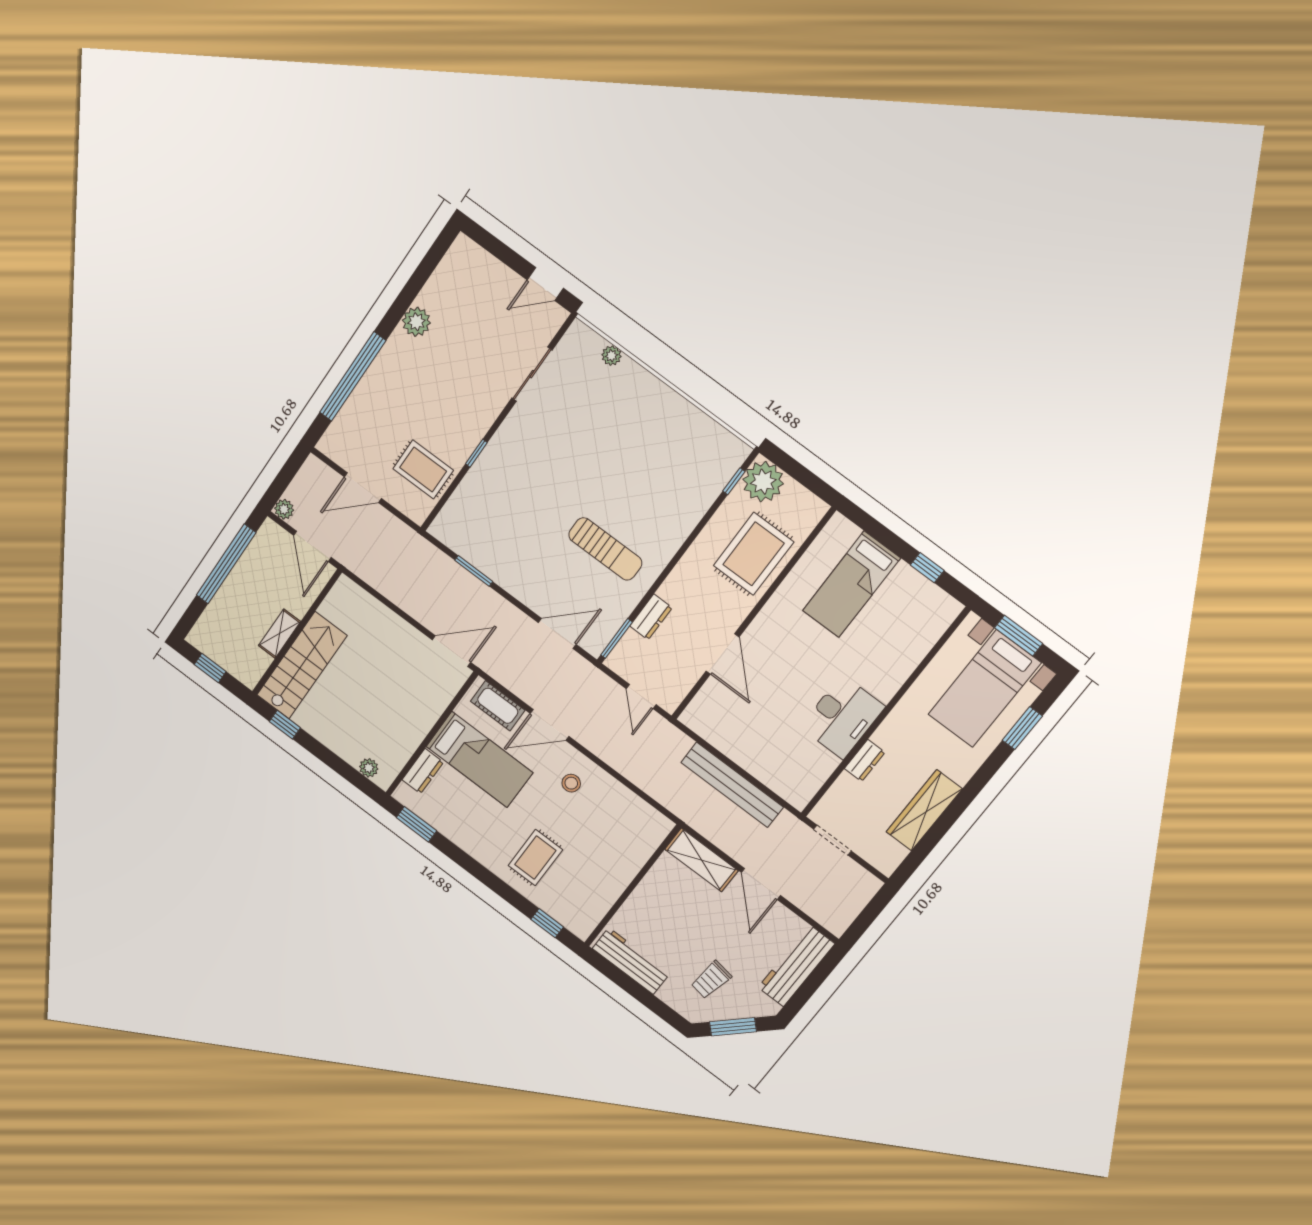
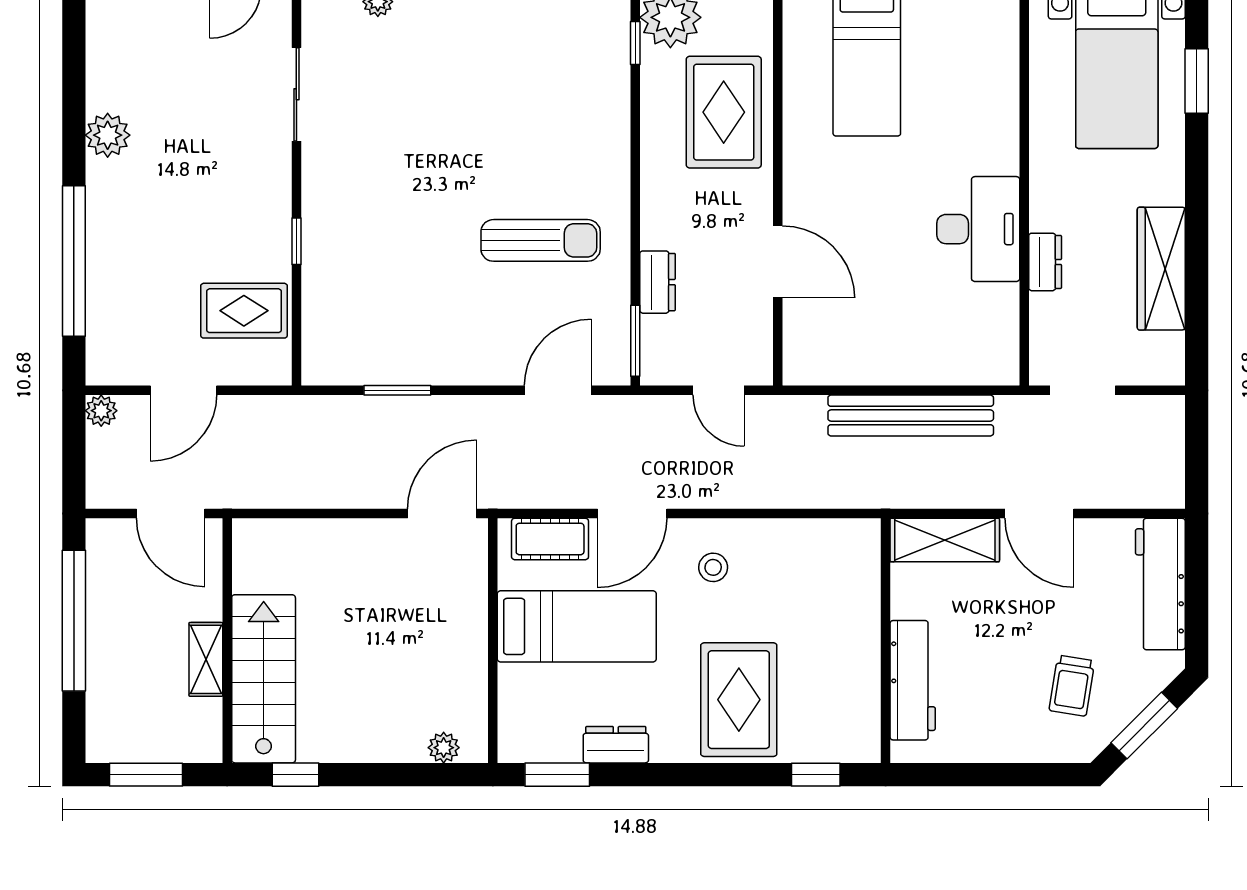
plant: (284, 509) -> (101, 411), moved
window: (210, 668) -> (146, 775), width x1.50
dresser: (423, 771) -> (616, 745), moved, turned -90
rug: (535, 858) -> (739, 700), width x1.36, depth x1.43
workbench: (631, 961) -> (913, 680), moved, turned 90

